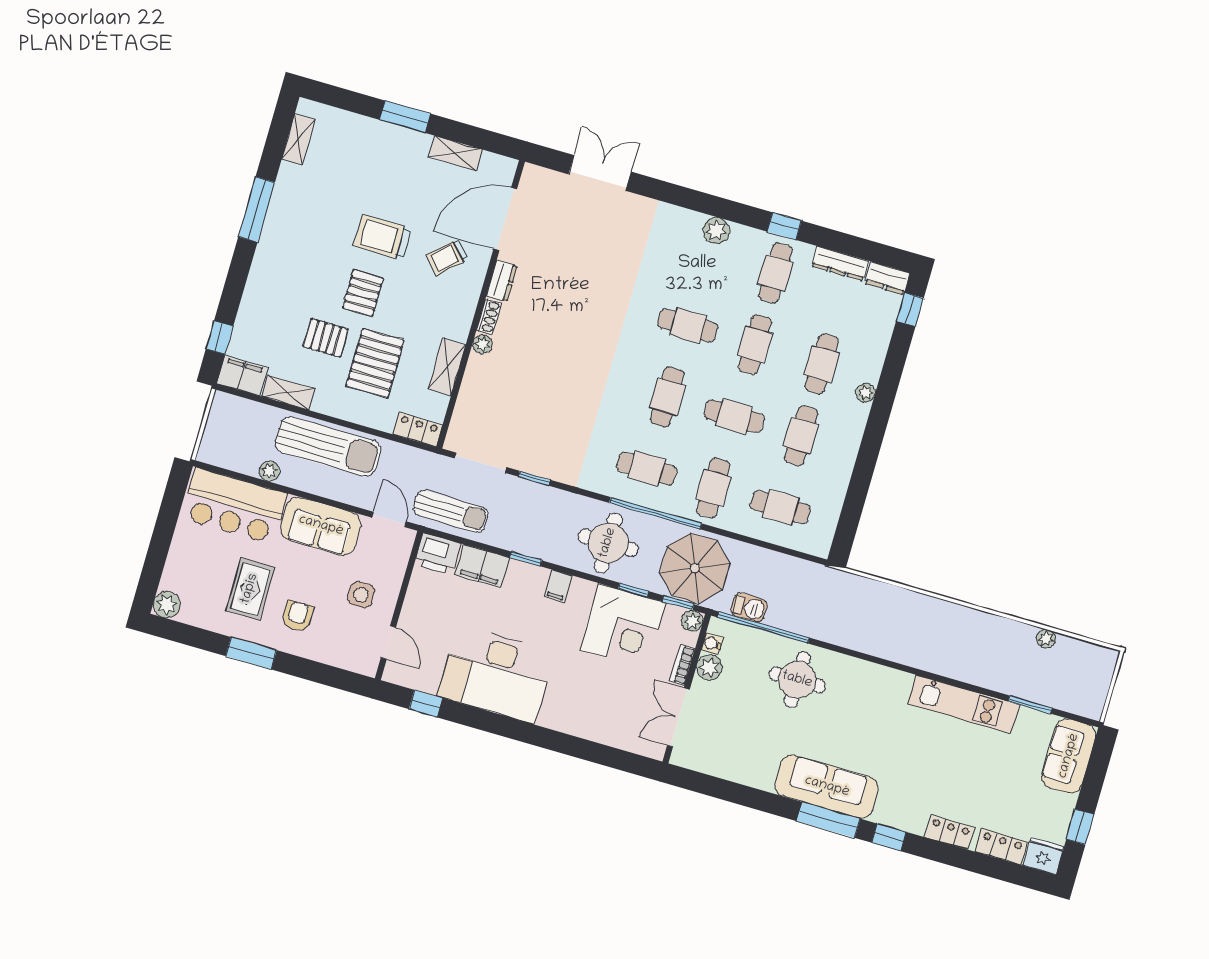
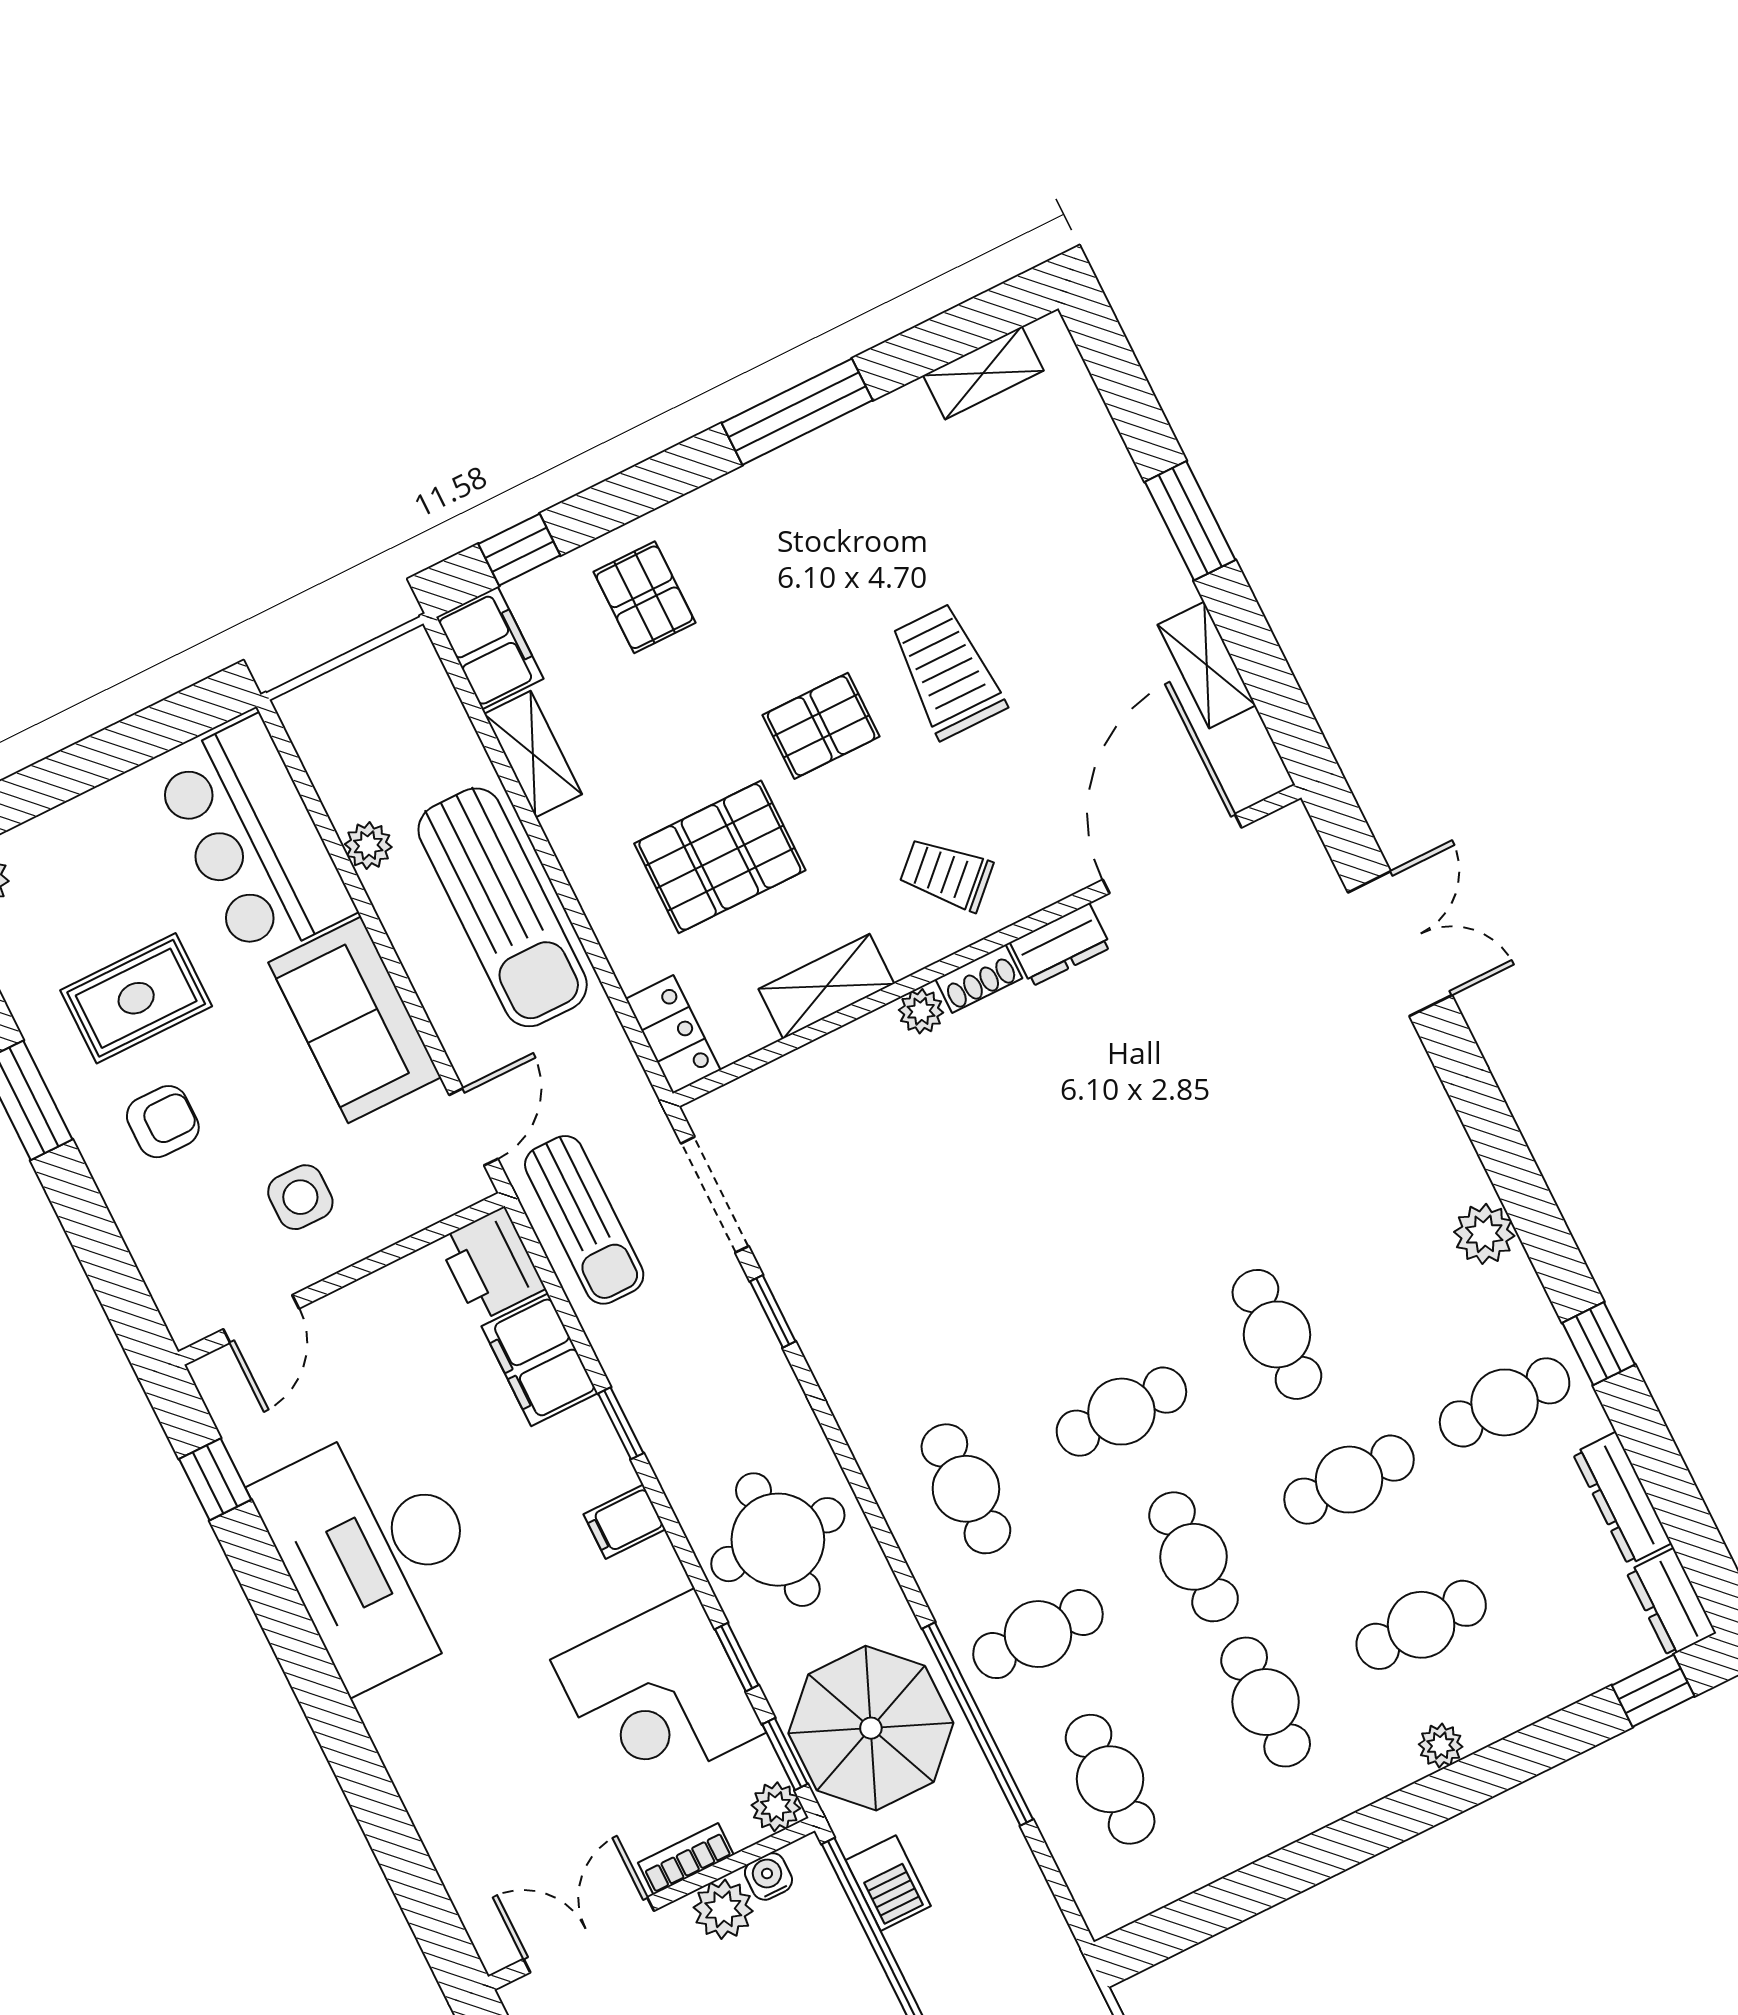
door: (505, 219) -> (1172, 854), hinge flipped
trolley: (447, 257) -> (946, 874), moved
pallet: (326, 338) -> (645, 597), moved
cafe table: (801, 436) -> (1266, 1702), turned 90
window: (655, 513) -> (978, 1724), moved

